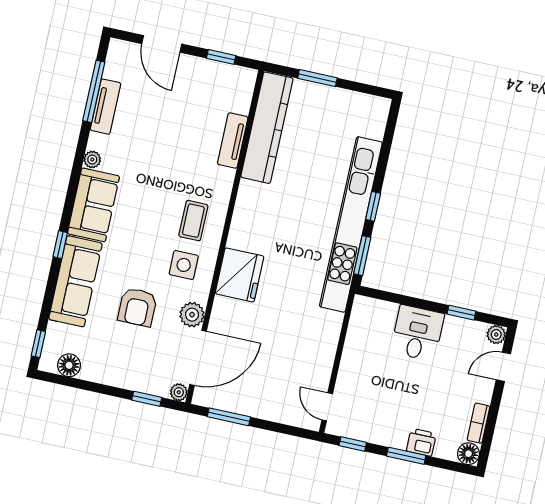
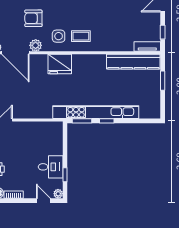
tv unit: (233, 141) -> (147, 47), moved
desk: (417, 333) -> (51, 167), moved

